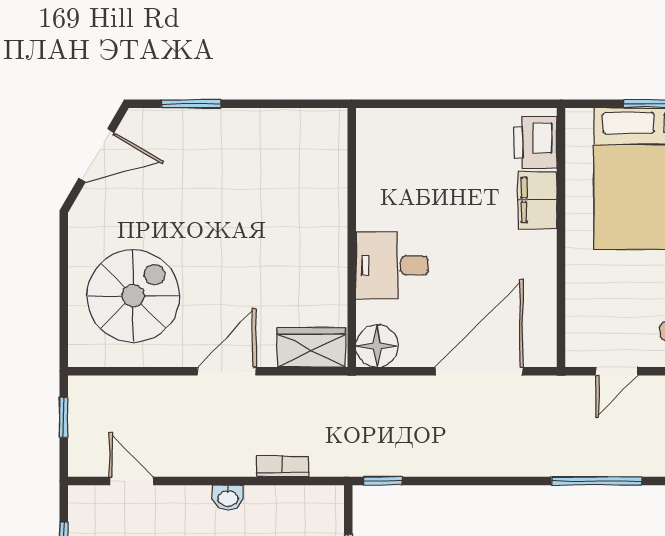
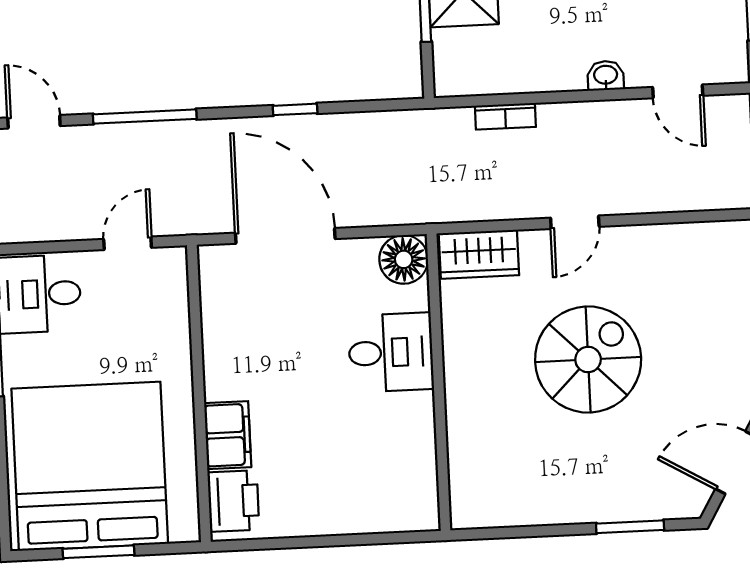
spiral stairs: (133, 296) -> (588, 359), moved, turned 180
door: (226, 371) -> (575, 222), width x0.73
door: (479, 371) -> (285, 236), swing flipped
window: (383, 481) -> (295, 109), moved
washbasin: (228, 498) -> (606, 76), moved

